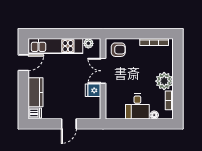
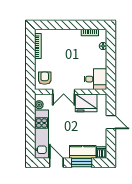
plant: (164, 81) -> (73, 37), removed
fridge: (93, 90) -> (86, 103), width x1.88, depth x1.34
window: (23, 91) -> (82, 163), added
desk: (137, 106) -> (95, 79), moved

